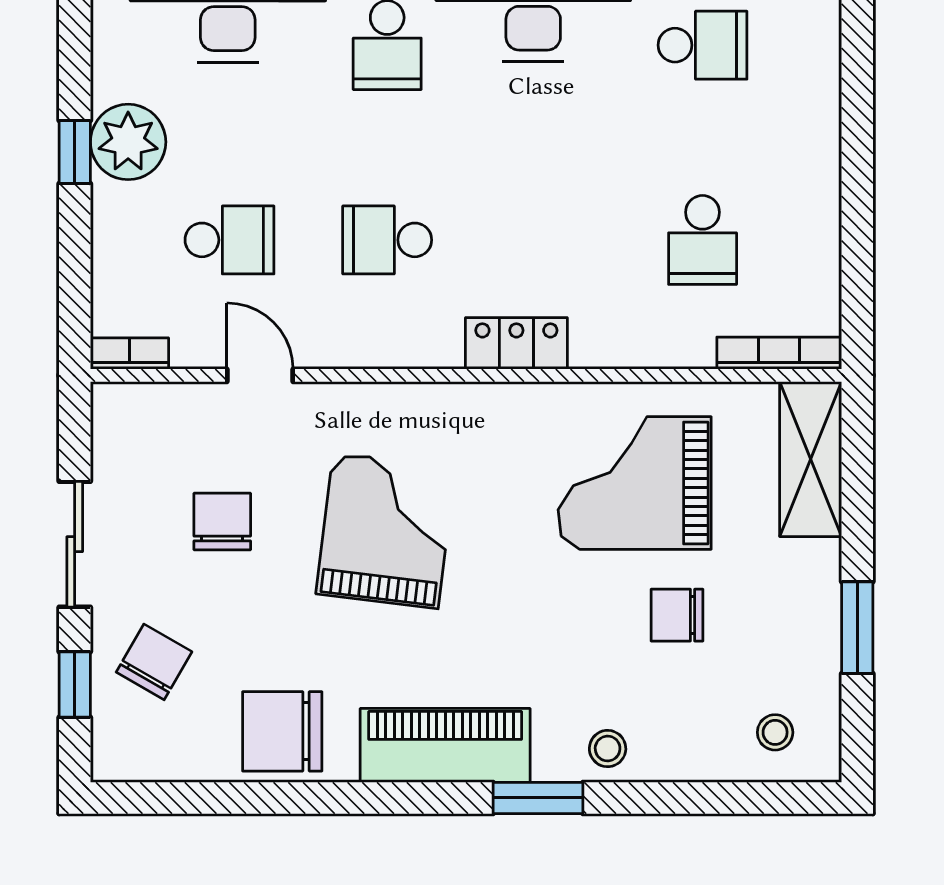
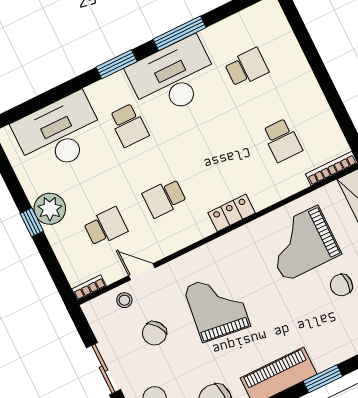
chair: (222, 522) -> (154, 333), turned -126
stool: (608, 749) -> (124, 300), moved

